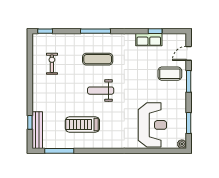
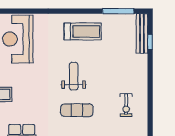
weight bench: (101, 91) -> (74, 76), turned -90
treadmill: (82, 125) -> (83, 31), moved

